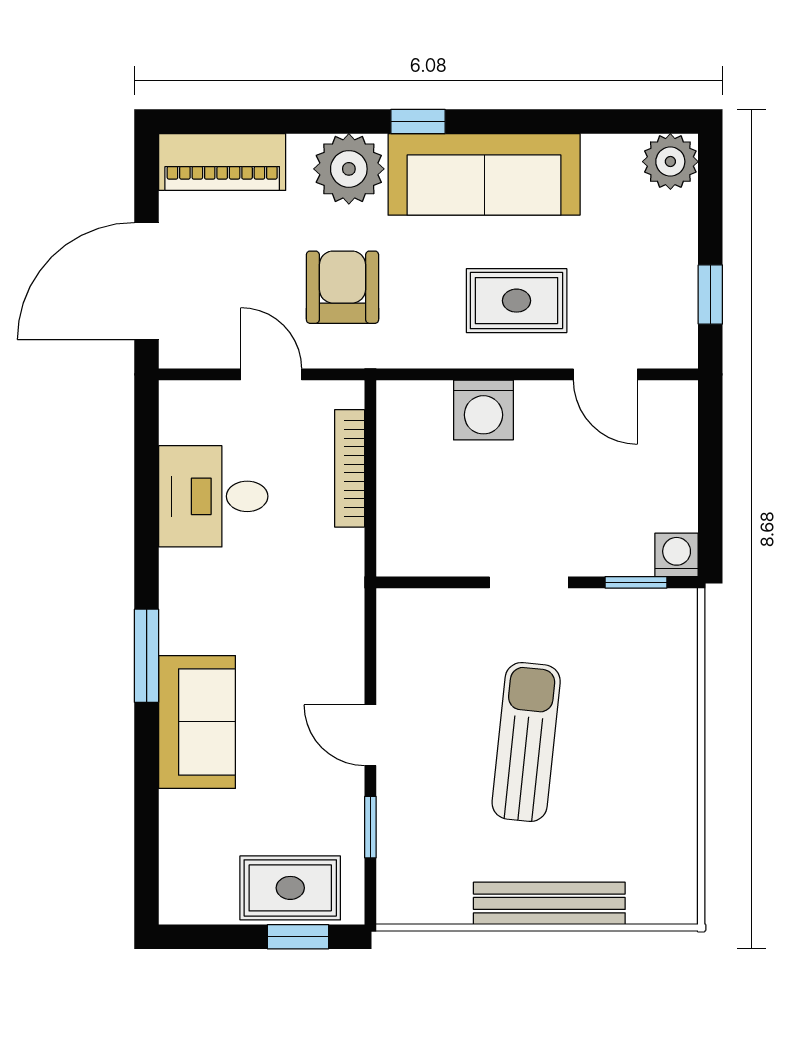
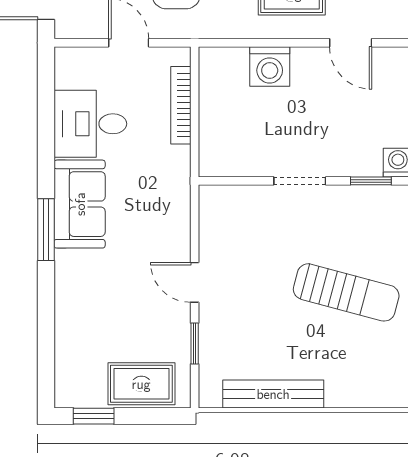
sofa: (197, 722) -> (80, 204), moved
sun lounger: (526, 742) -> (346, 292), moved, turned 99
bench: (549, 903) -> (273, 394), moved
window: (298, 937) -> (94, 416), moved

